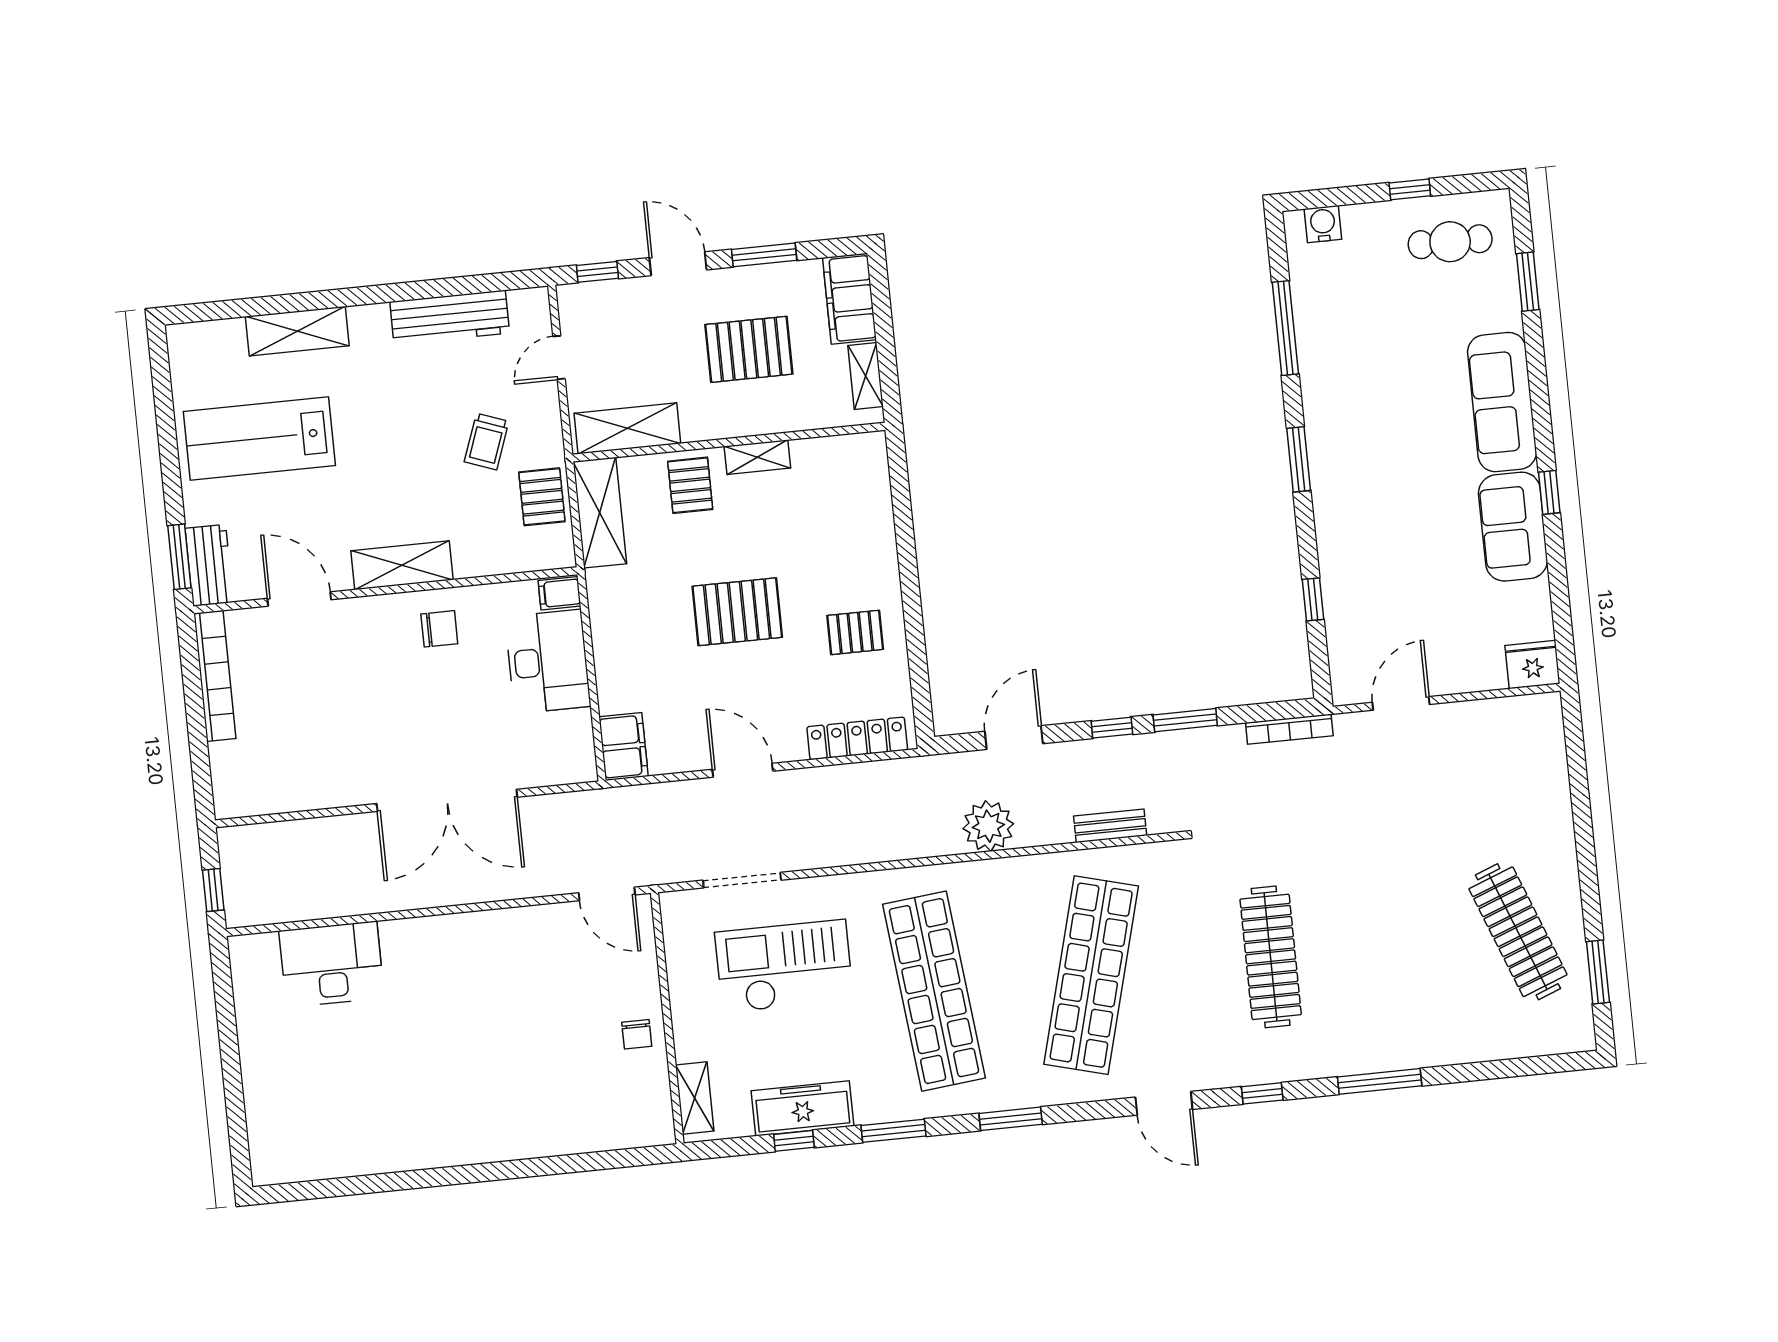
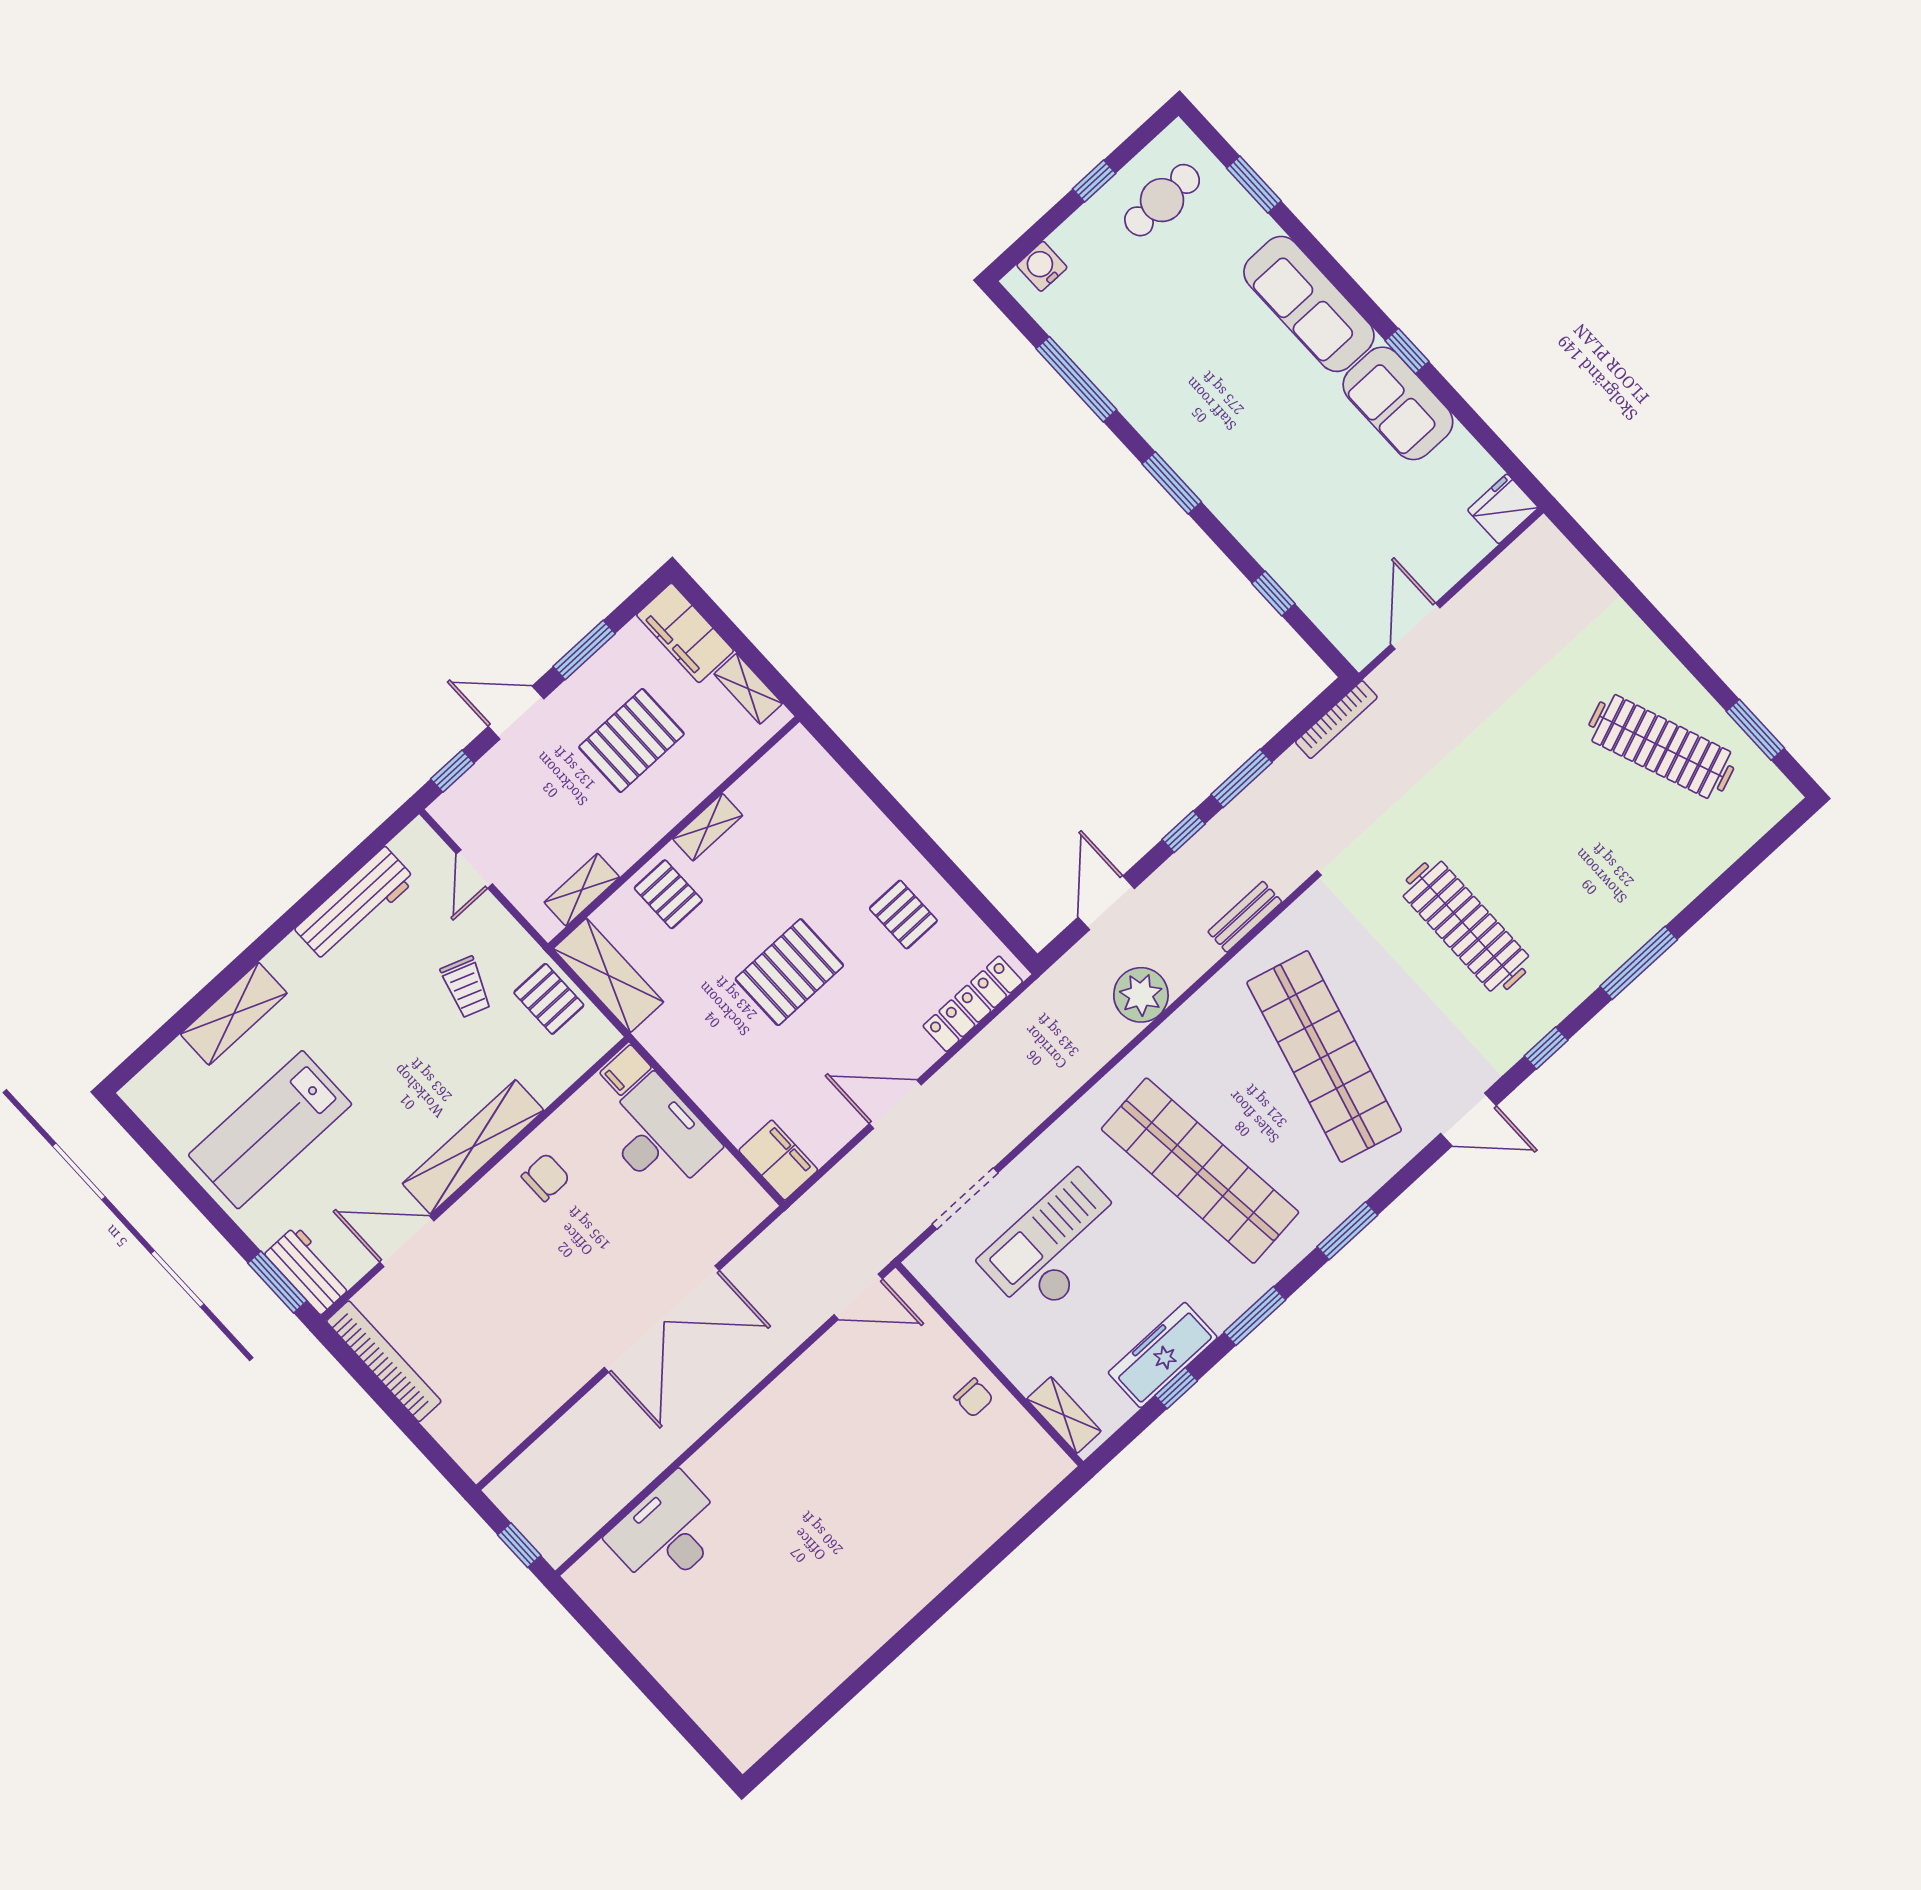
shelving: (627, 428) -> (582, 890), width x0.67, depth x0.75
shelving: (402, 565) -> (473, 1147), width x1.47
pallet: (855, 632) -> (903, 915), turned 90

